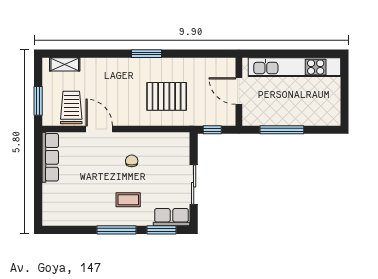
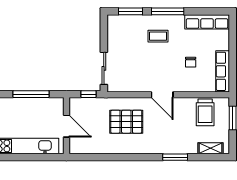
window: (146, 54) -> (175, 157), moved
door: (99, 129) -> (162, 95), moved
chair: (132, 161) -> (191, 62), moved
sliding door: (194, 185) -> (104, 68), moved
row of seats: (172, 217) -> (207, 22), moved, width x1.48

